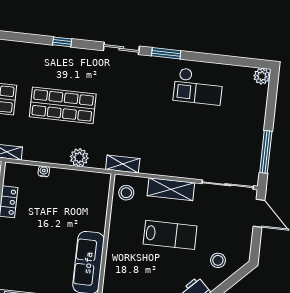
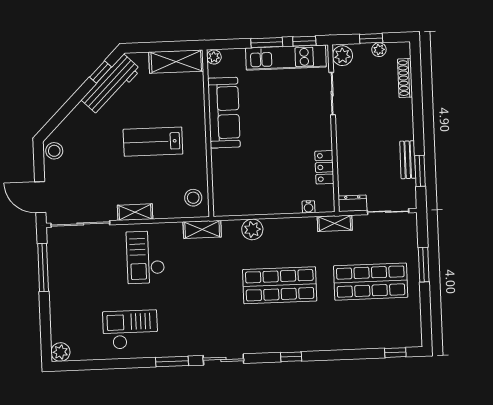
checkout: (176, 147) -> (145, 257), added
water cooler: (44, 171) -> (308, 207), moved
shelving: (171, 189) -> (135, 212), width x0.67, depth x0.75
lab bench: (170, 235) -> (153, 142), moved
stool: (218, 260) -> (54, 151), moved

